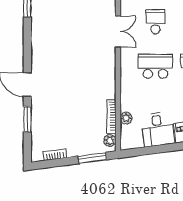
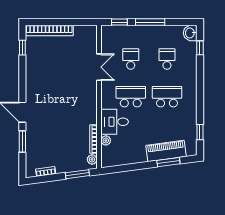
desk: (158, 129) -> (115, 122), moved, turned 98

